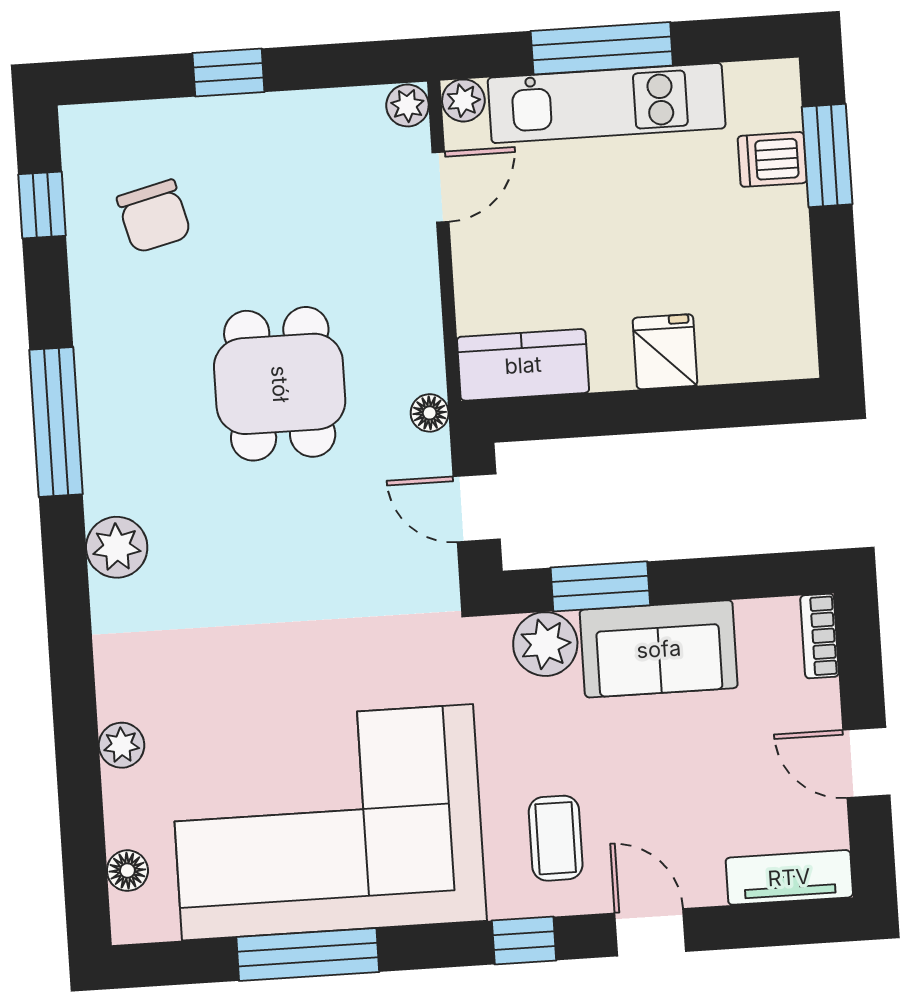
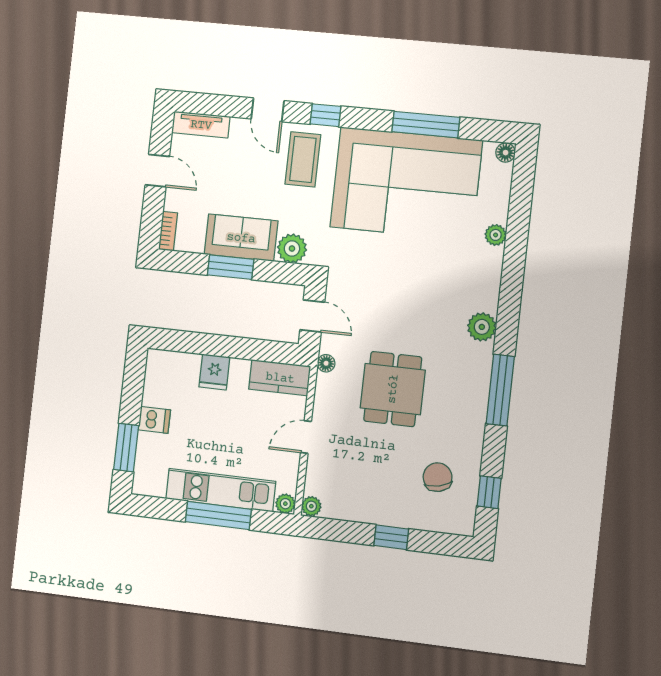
dishwasher: (772, 159) -> (154, 420), moved
door: (440, 187) -> (306, 437), moved
window: (600, 586) -> (231, 267), moved
coffee table: (556, 838) -> (303, 159), width x1.36, depth x1.30
floor lamp: (127, 871) -> (506, 153), moved

